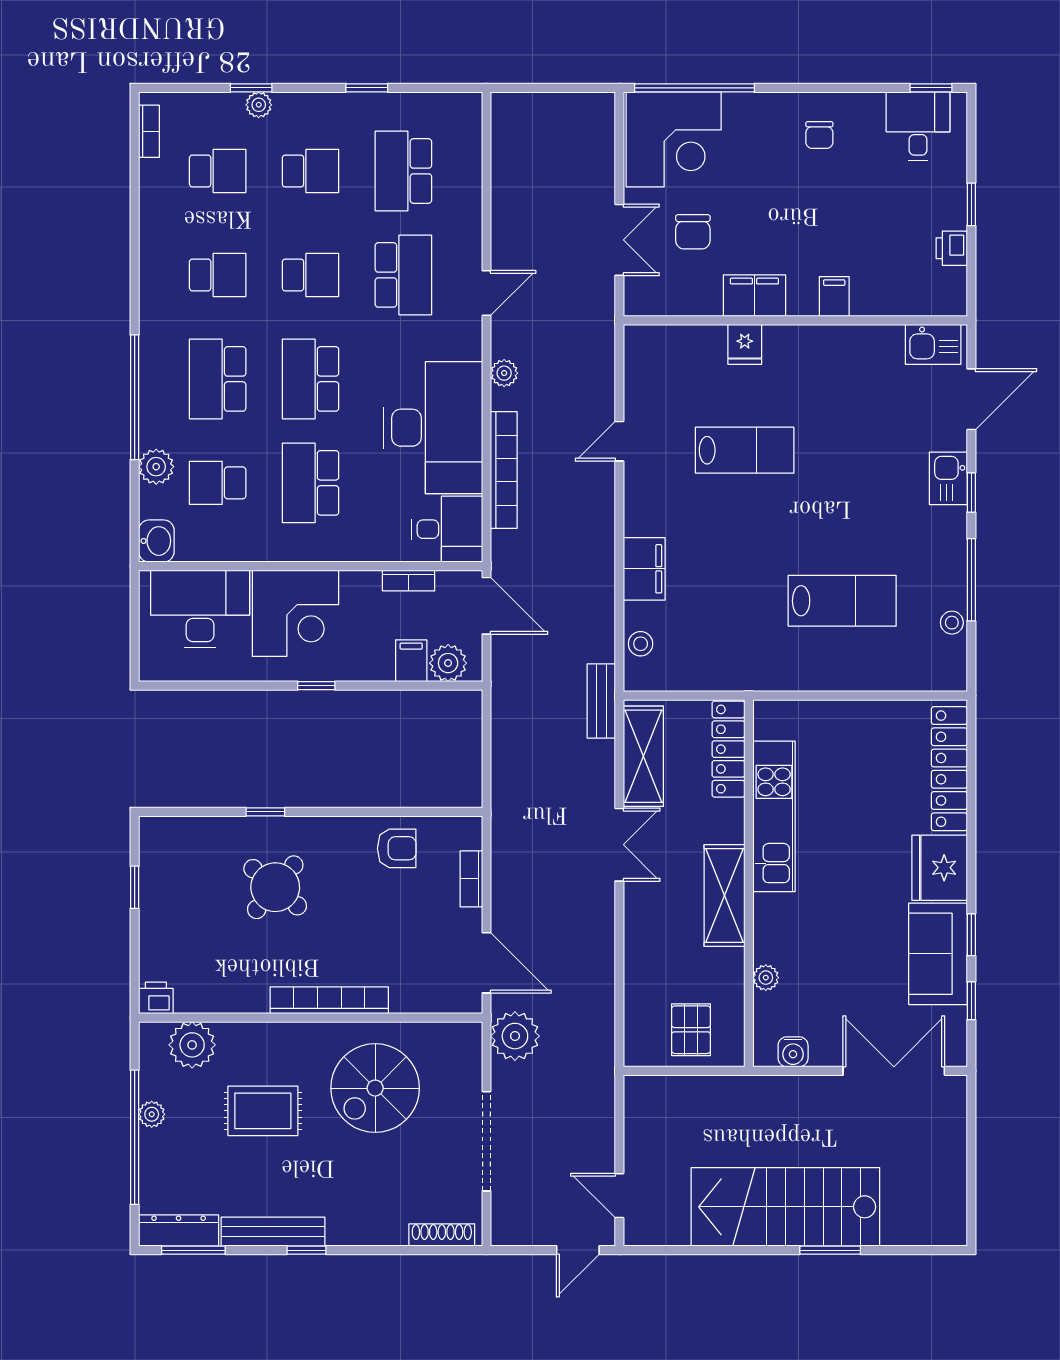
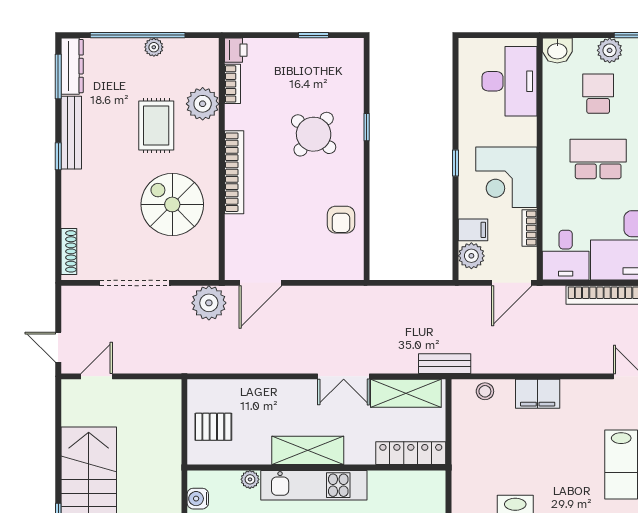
corner desk: (296, 613) -> (506, 177), moved
kitchen unit: (774, 816) -> (314, 485), moved
bookcase: (471, 879) -> (232, 84), moved, turned 90
plant: (192, 1045) -> (203, 104), moved

